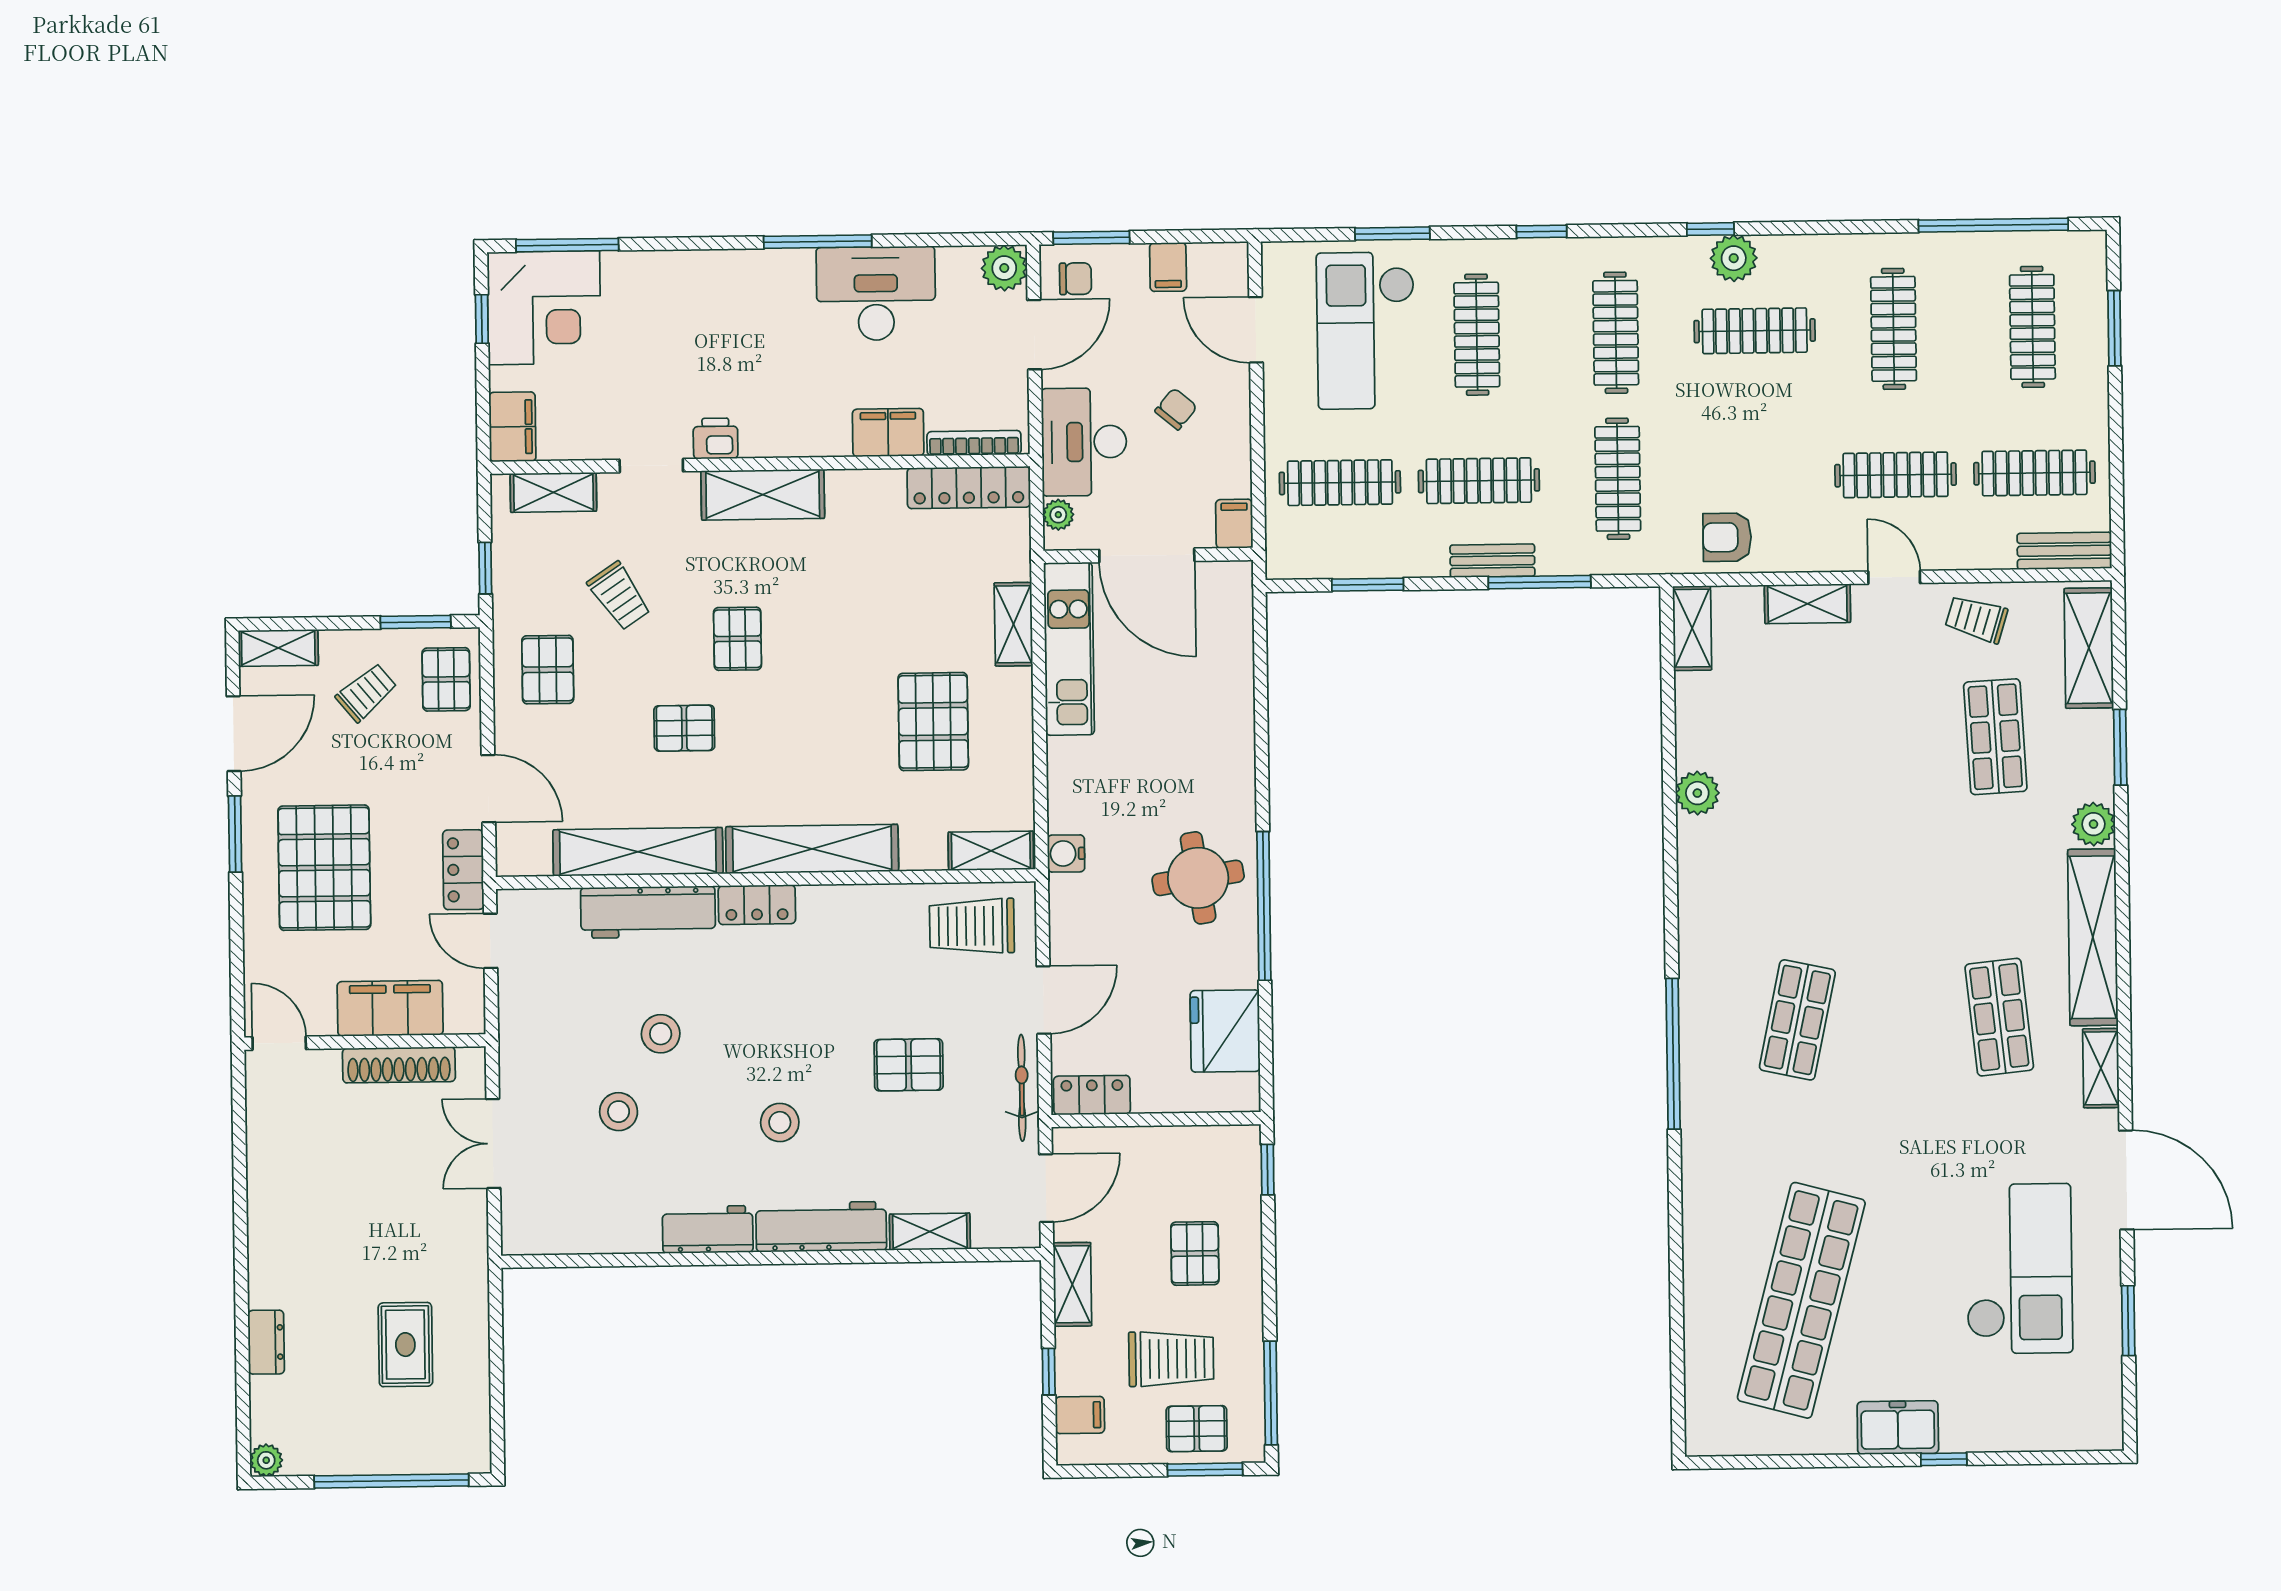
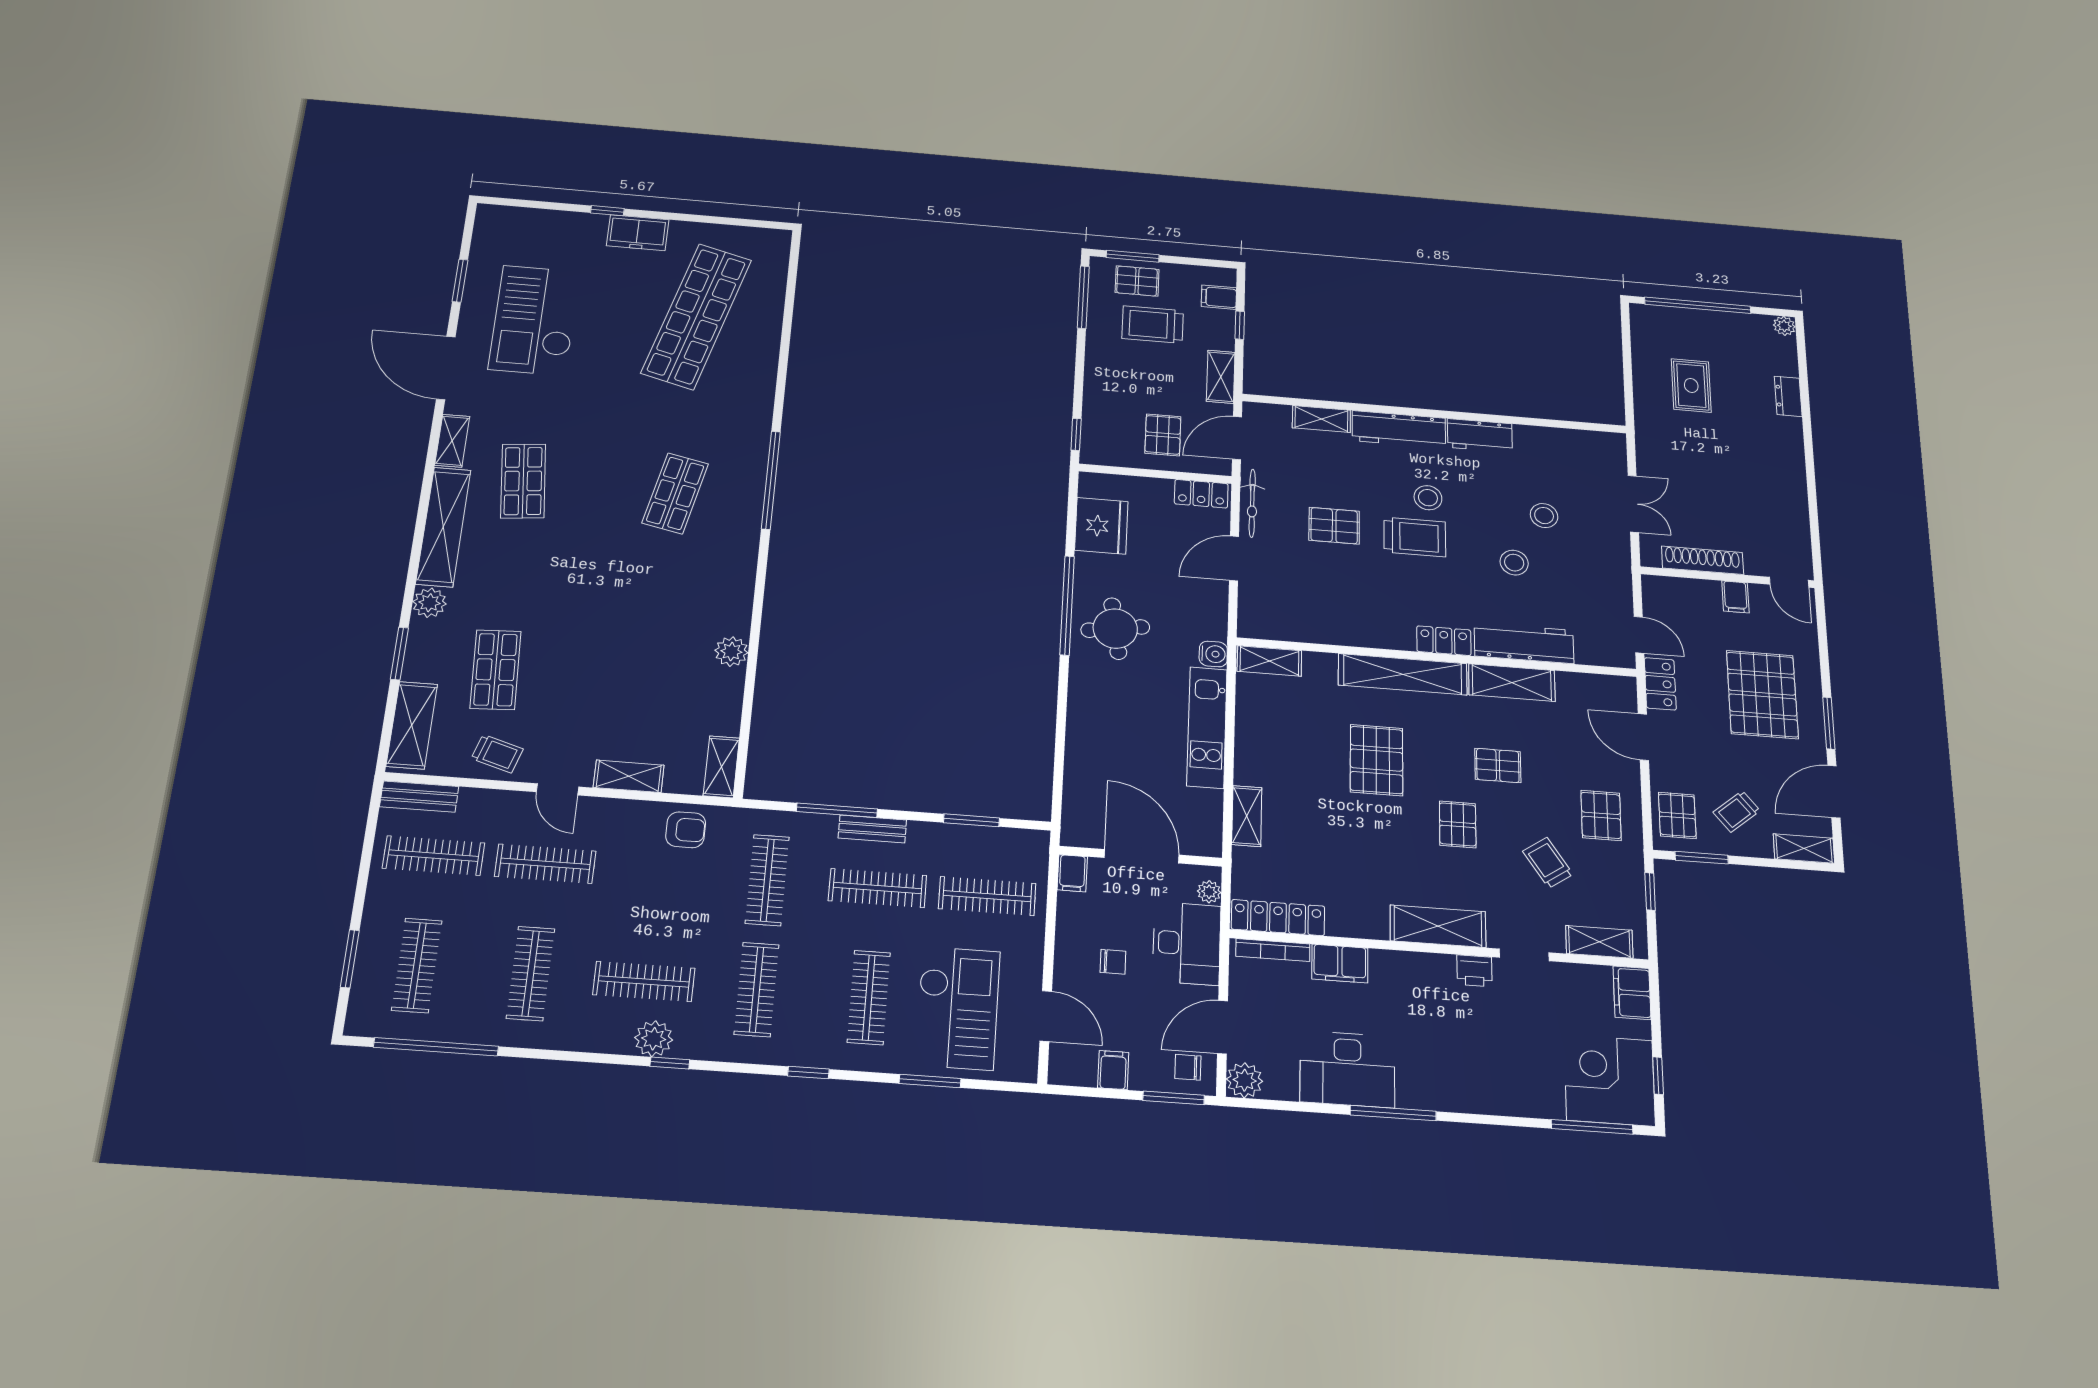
chair: (1176, 409) -> (1113, 962), turned -130
kitchen unit: (1069, 649) -> (1207, 727), moved
pallet: (933, 722) -> (1376, 760), moved
shelving: (638, 852) -> (1512, 683), width x0.68
trolley: (972, 926) -> (1415, 537), moved
filing cabinet: (390, 1008) -> (1735, 597), width x0.33, depth x0.86
pallet: (1195, 1253) -> (1163, 435), moved

